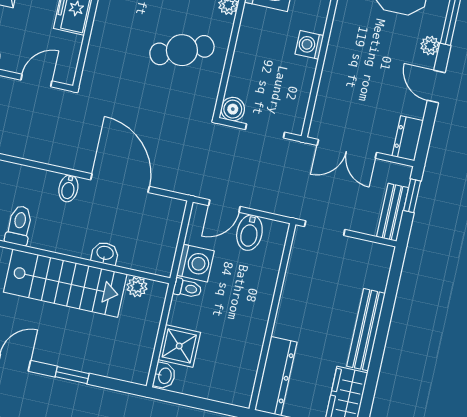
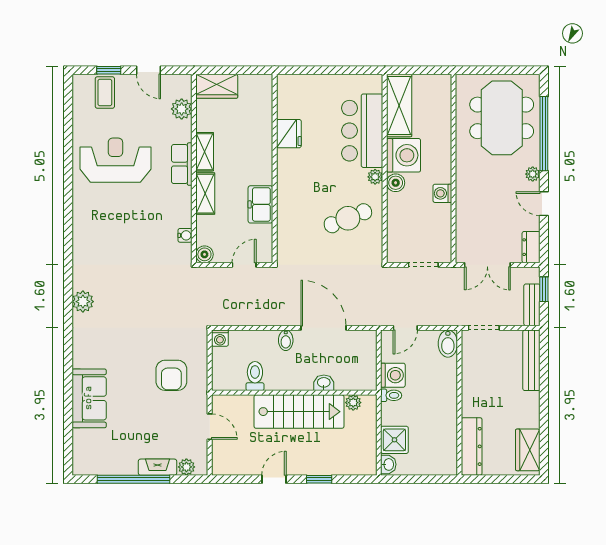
boiler: (233, 109) -> (396, 183), moved
bidet: (249, 233) -> (448, 344), moved
bench: (366, 330) -> (531, 360), moved

